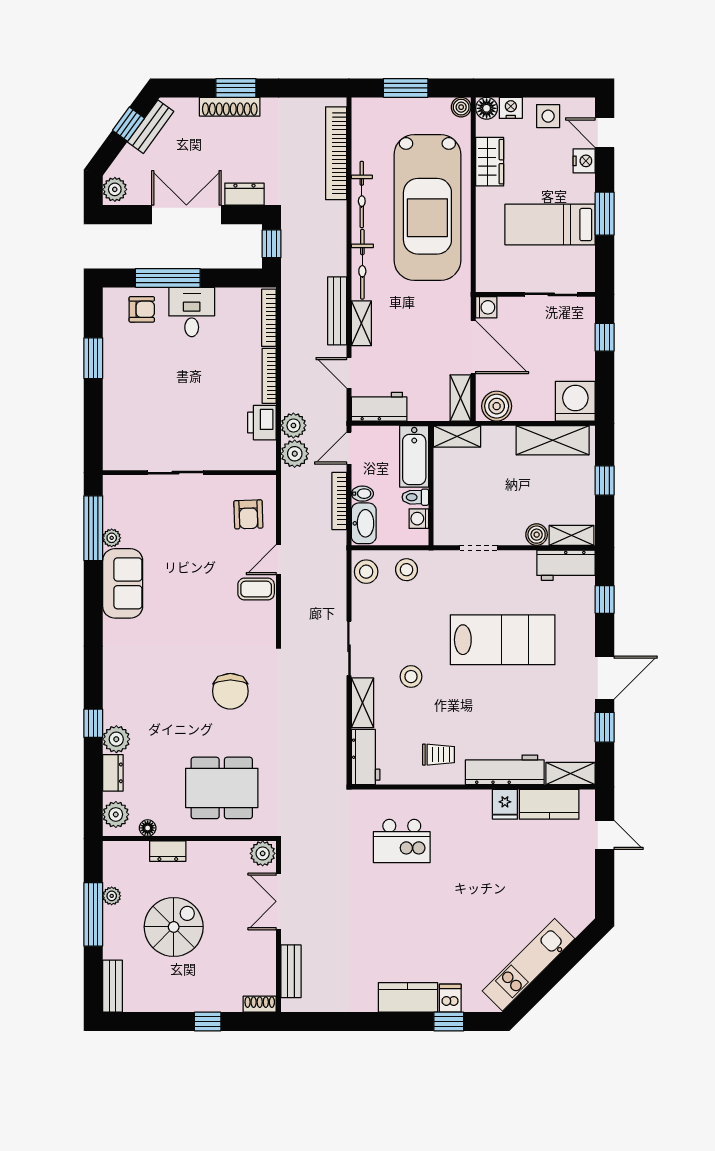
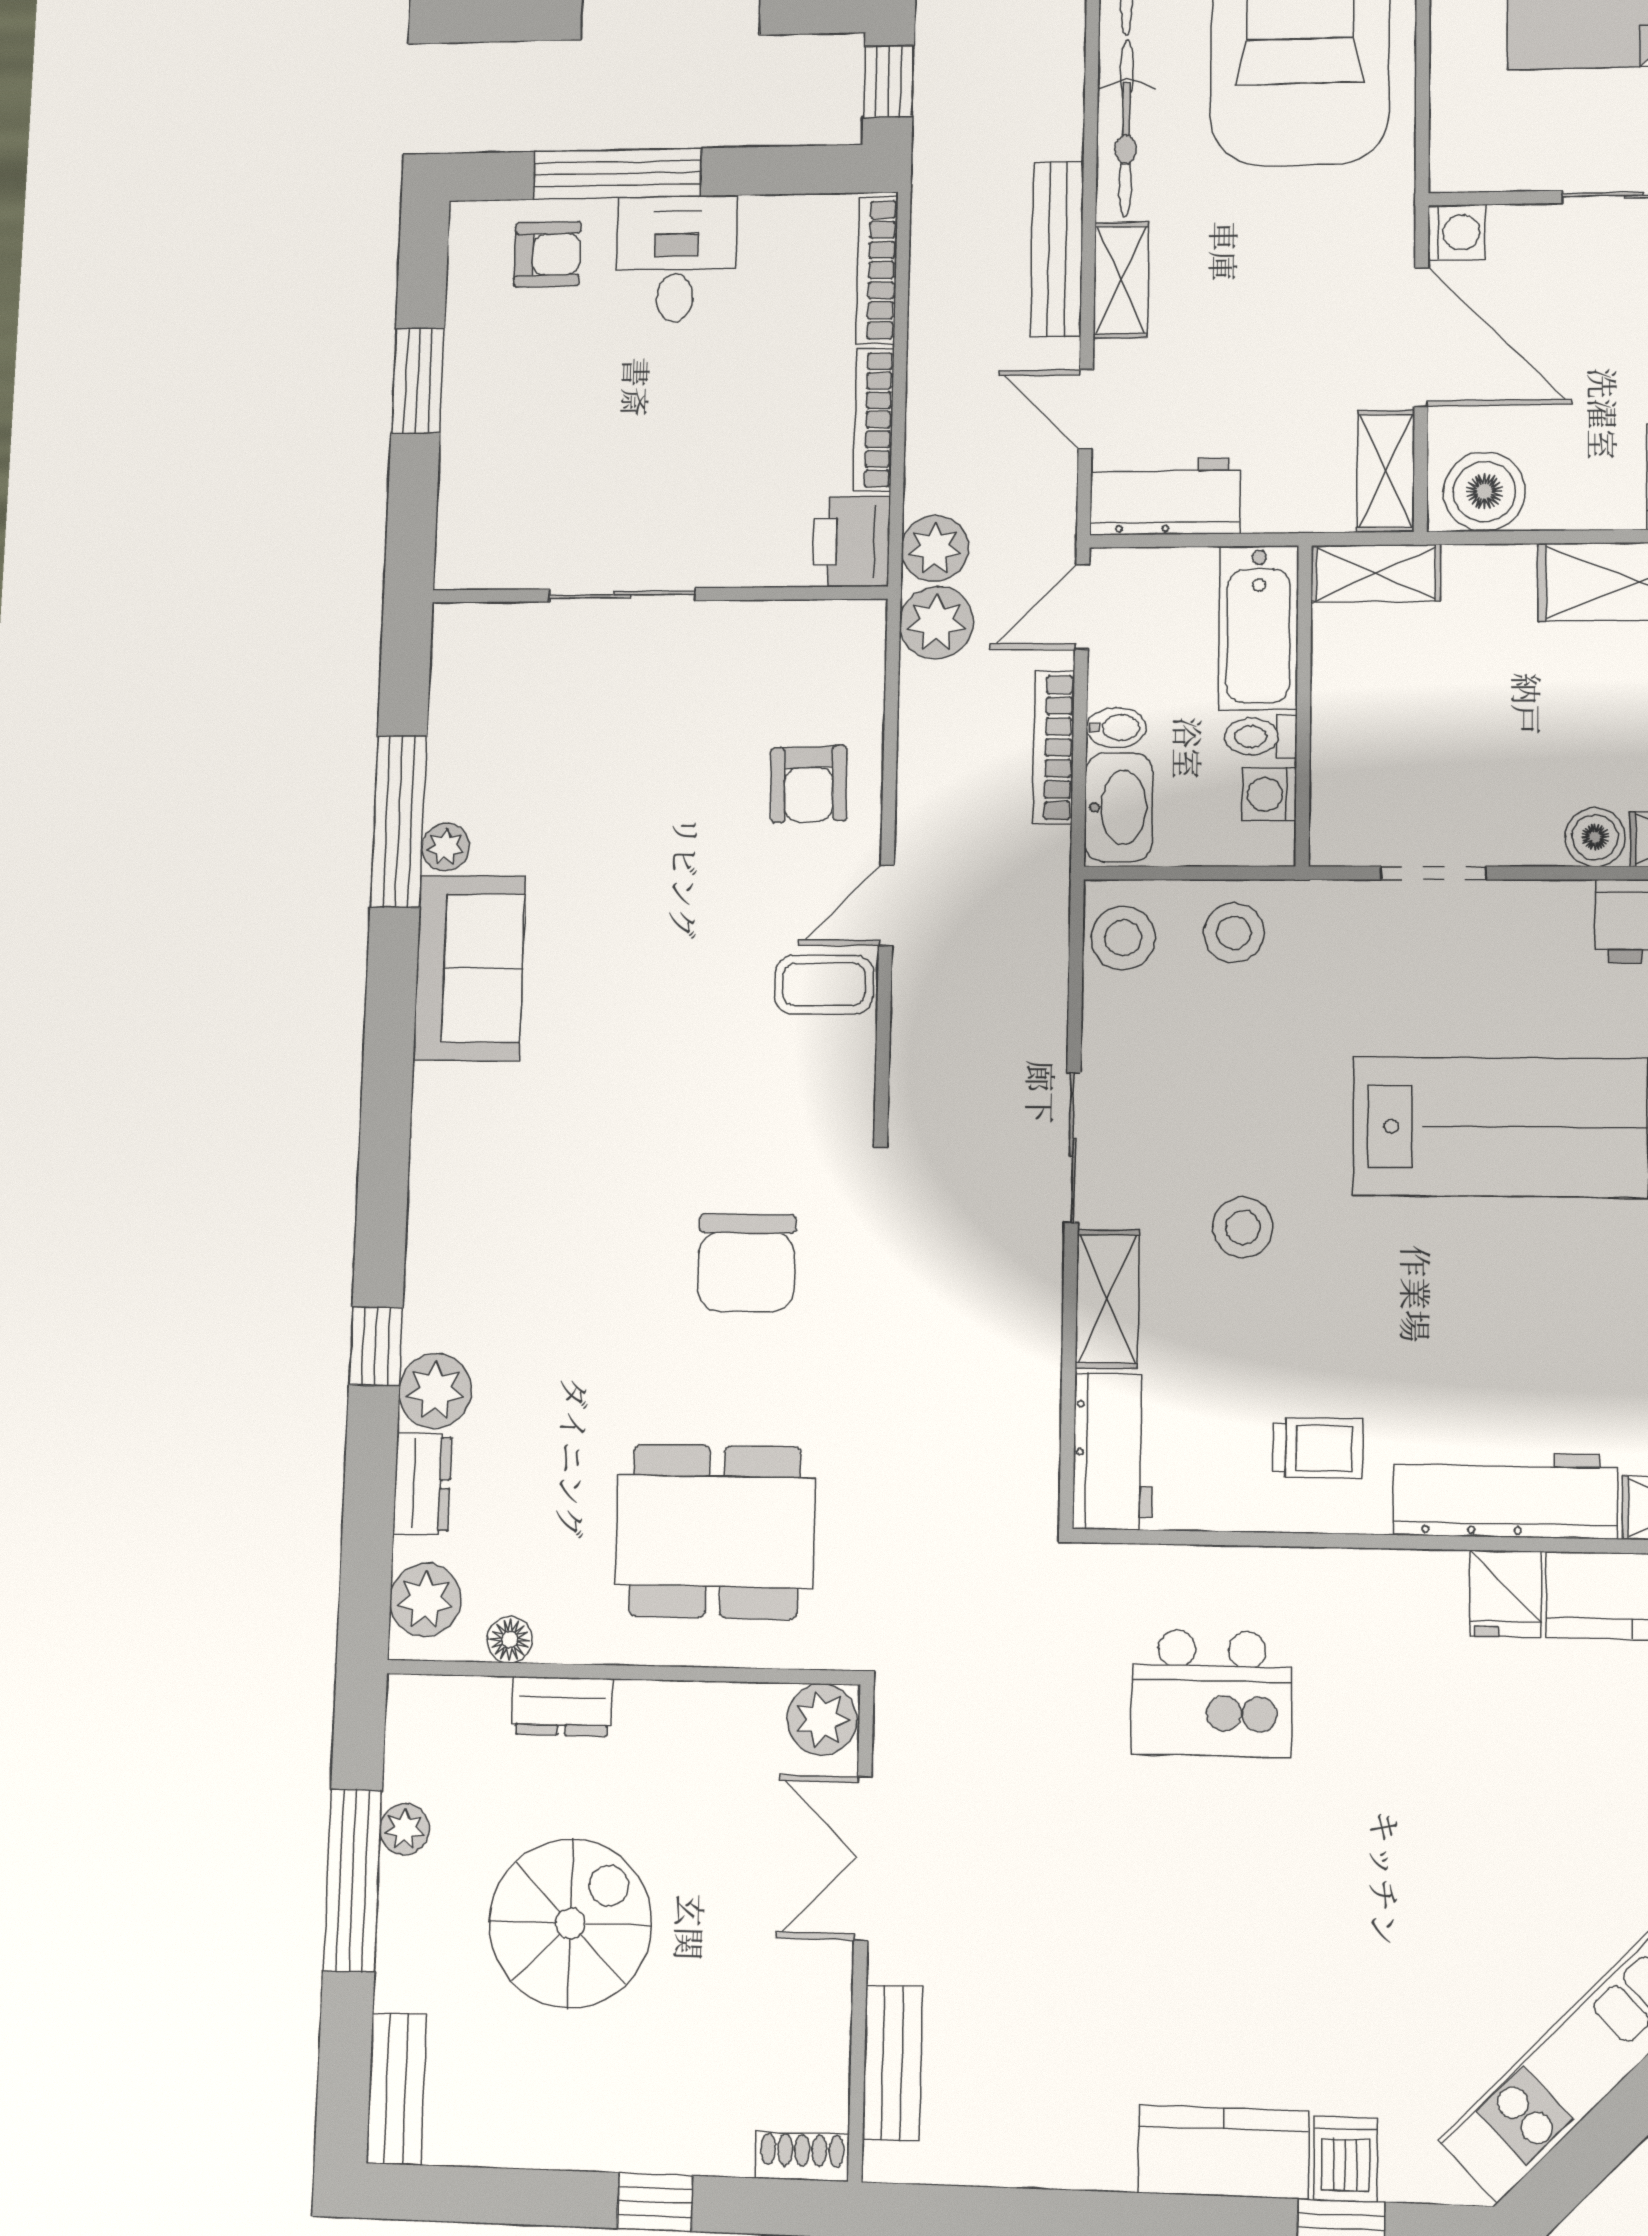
sliding door: (175, 473) -> (622, 595), moved
wall: (189, 473) -> (659, 594), moved

